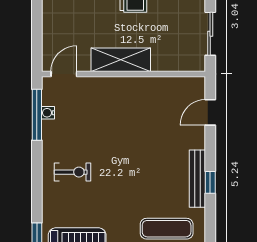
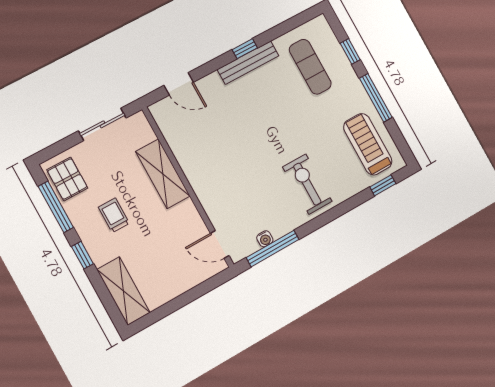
shelving: (121, 60) -> (163, 174), moved
exercise bike: (72, 172) -> (307, 184), width x1.38, depth x1.39

